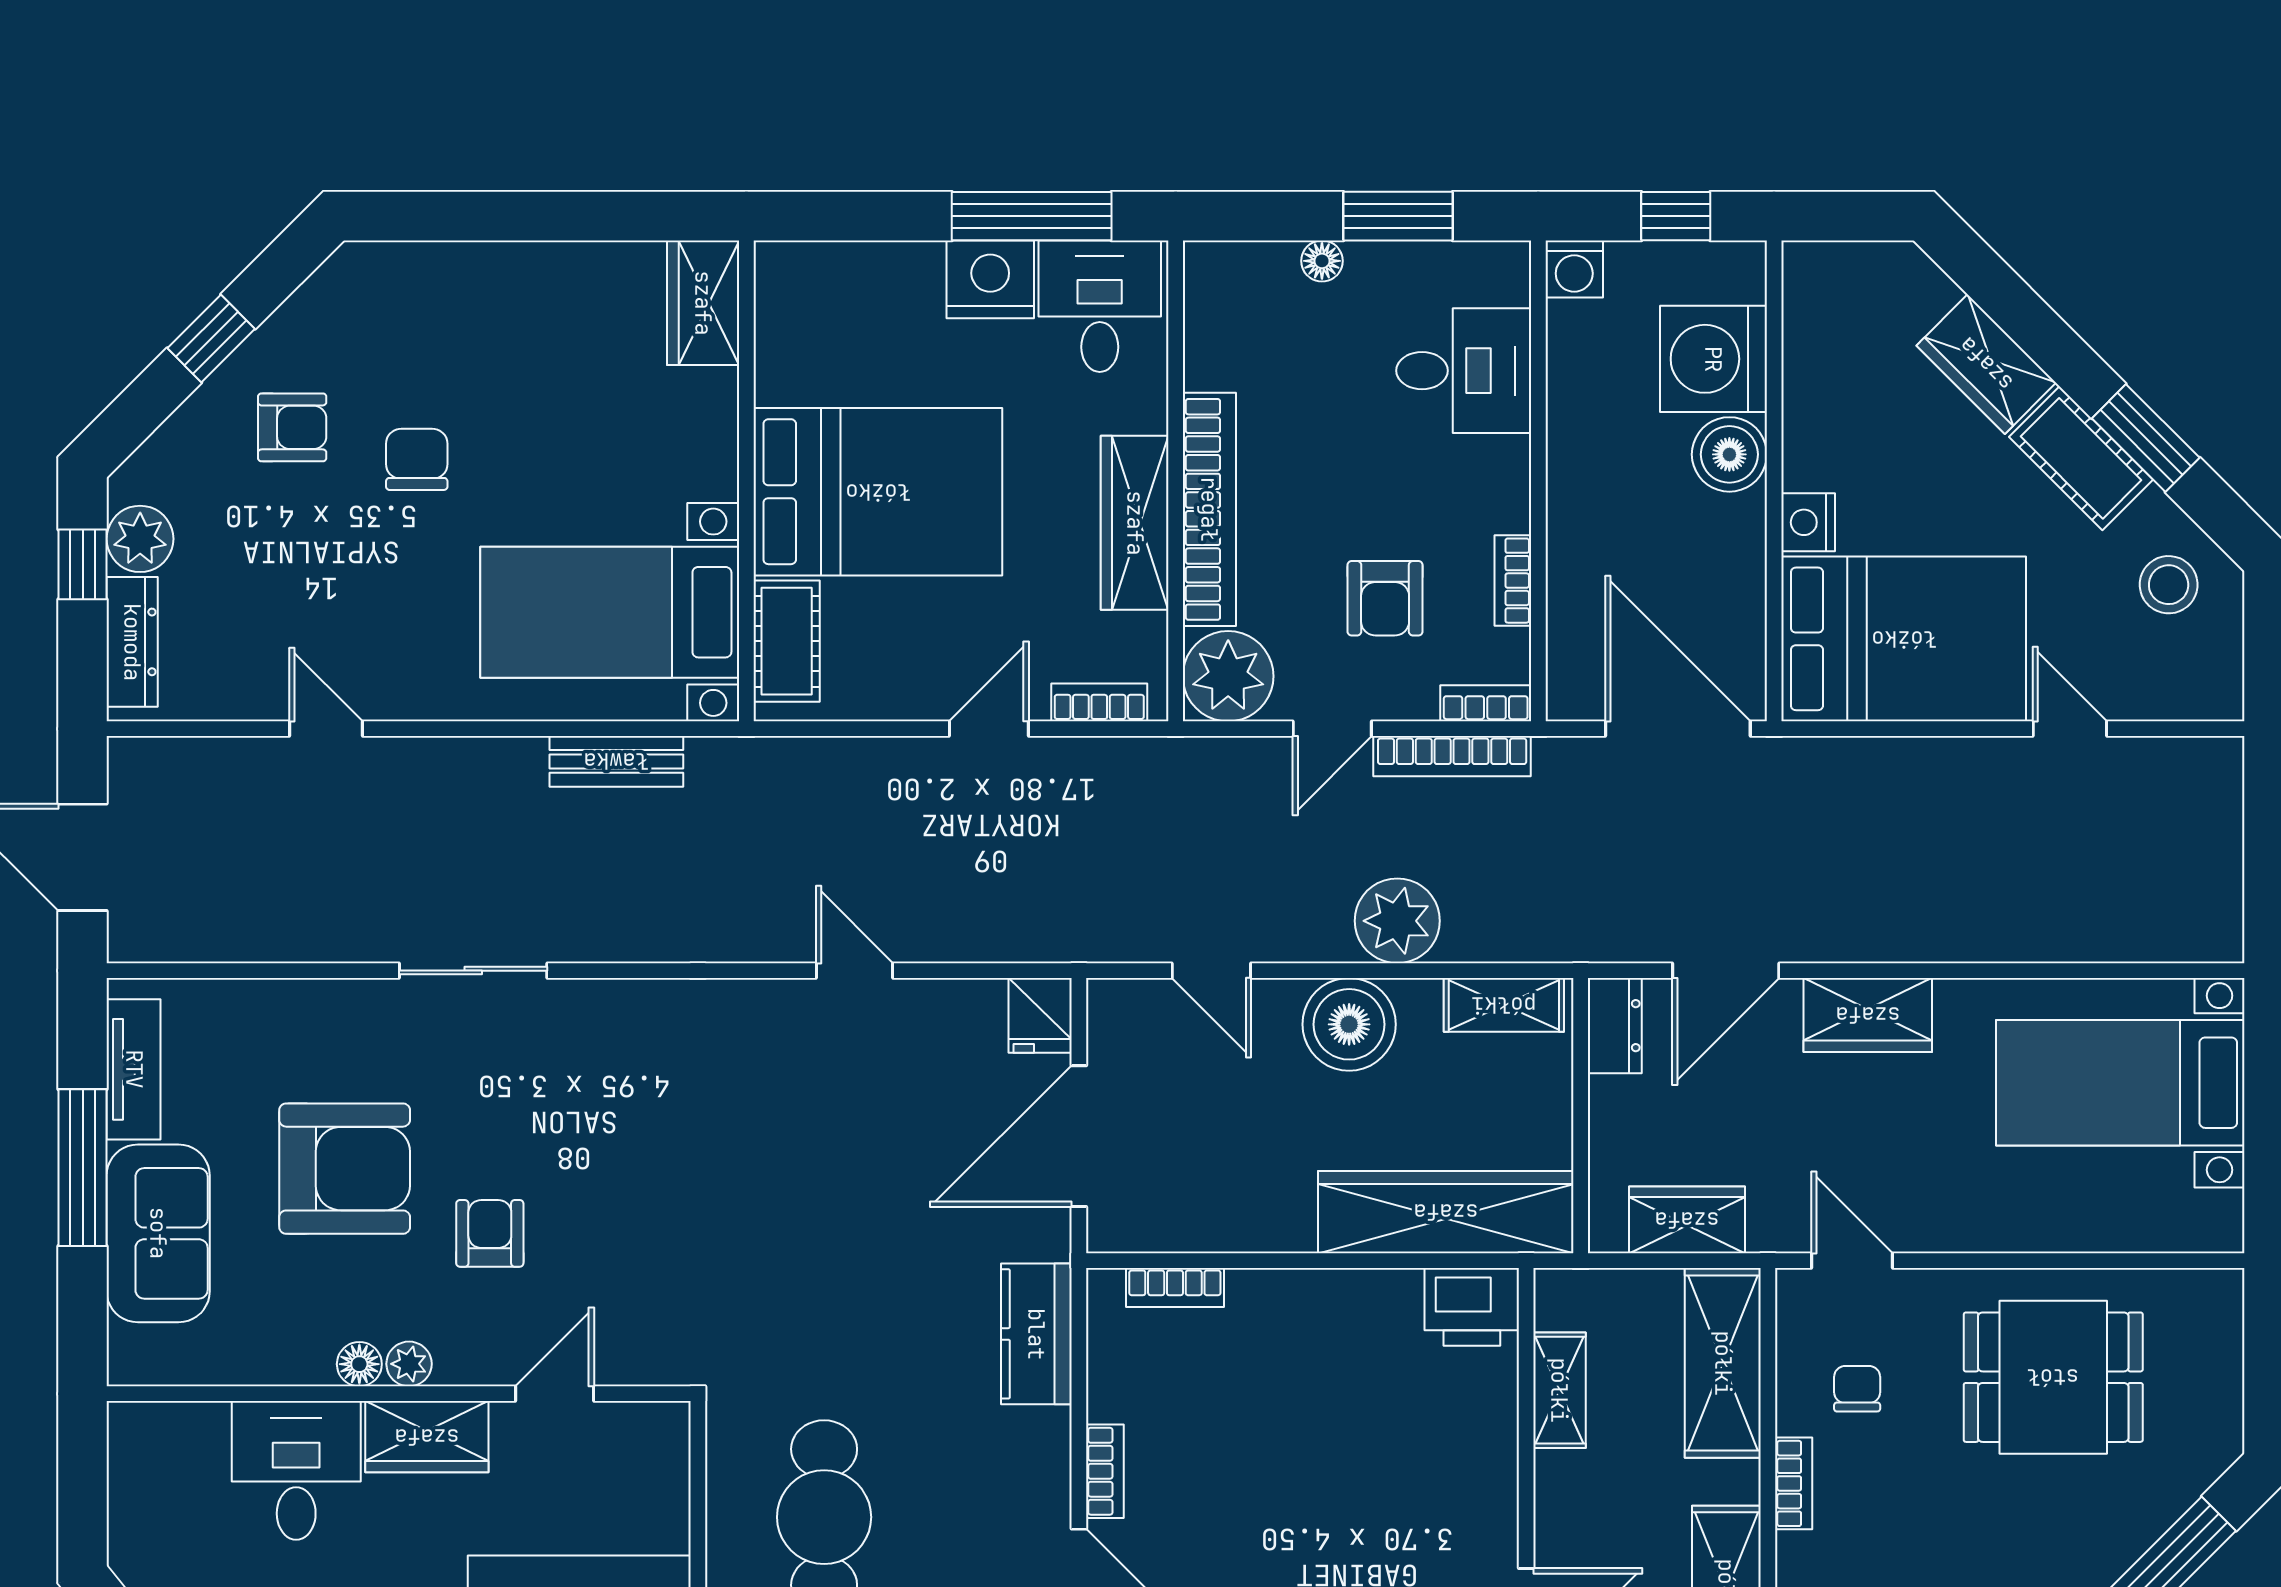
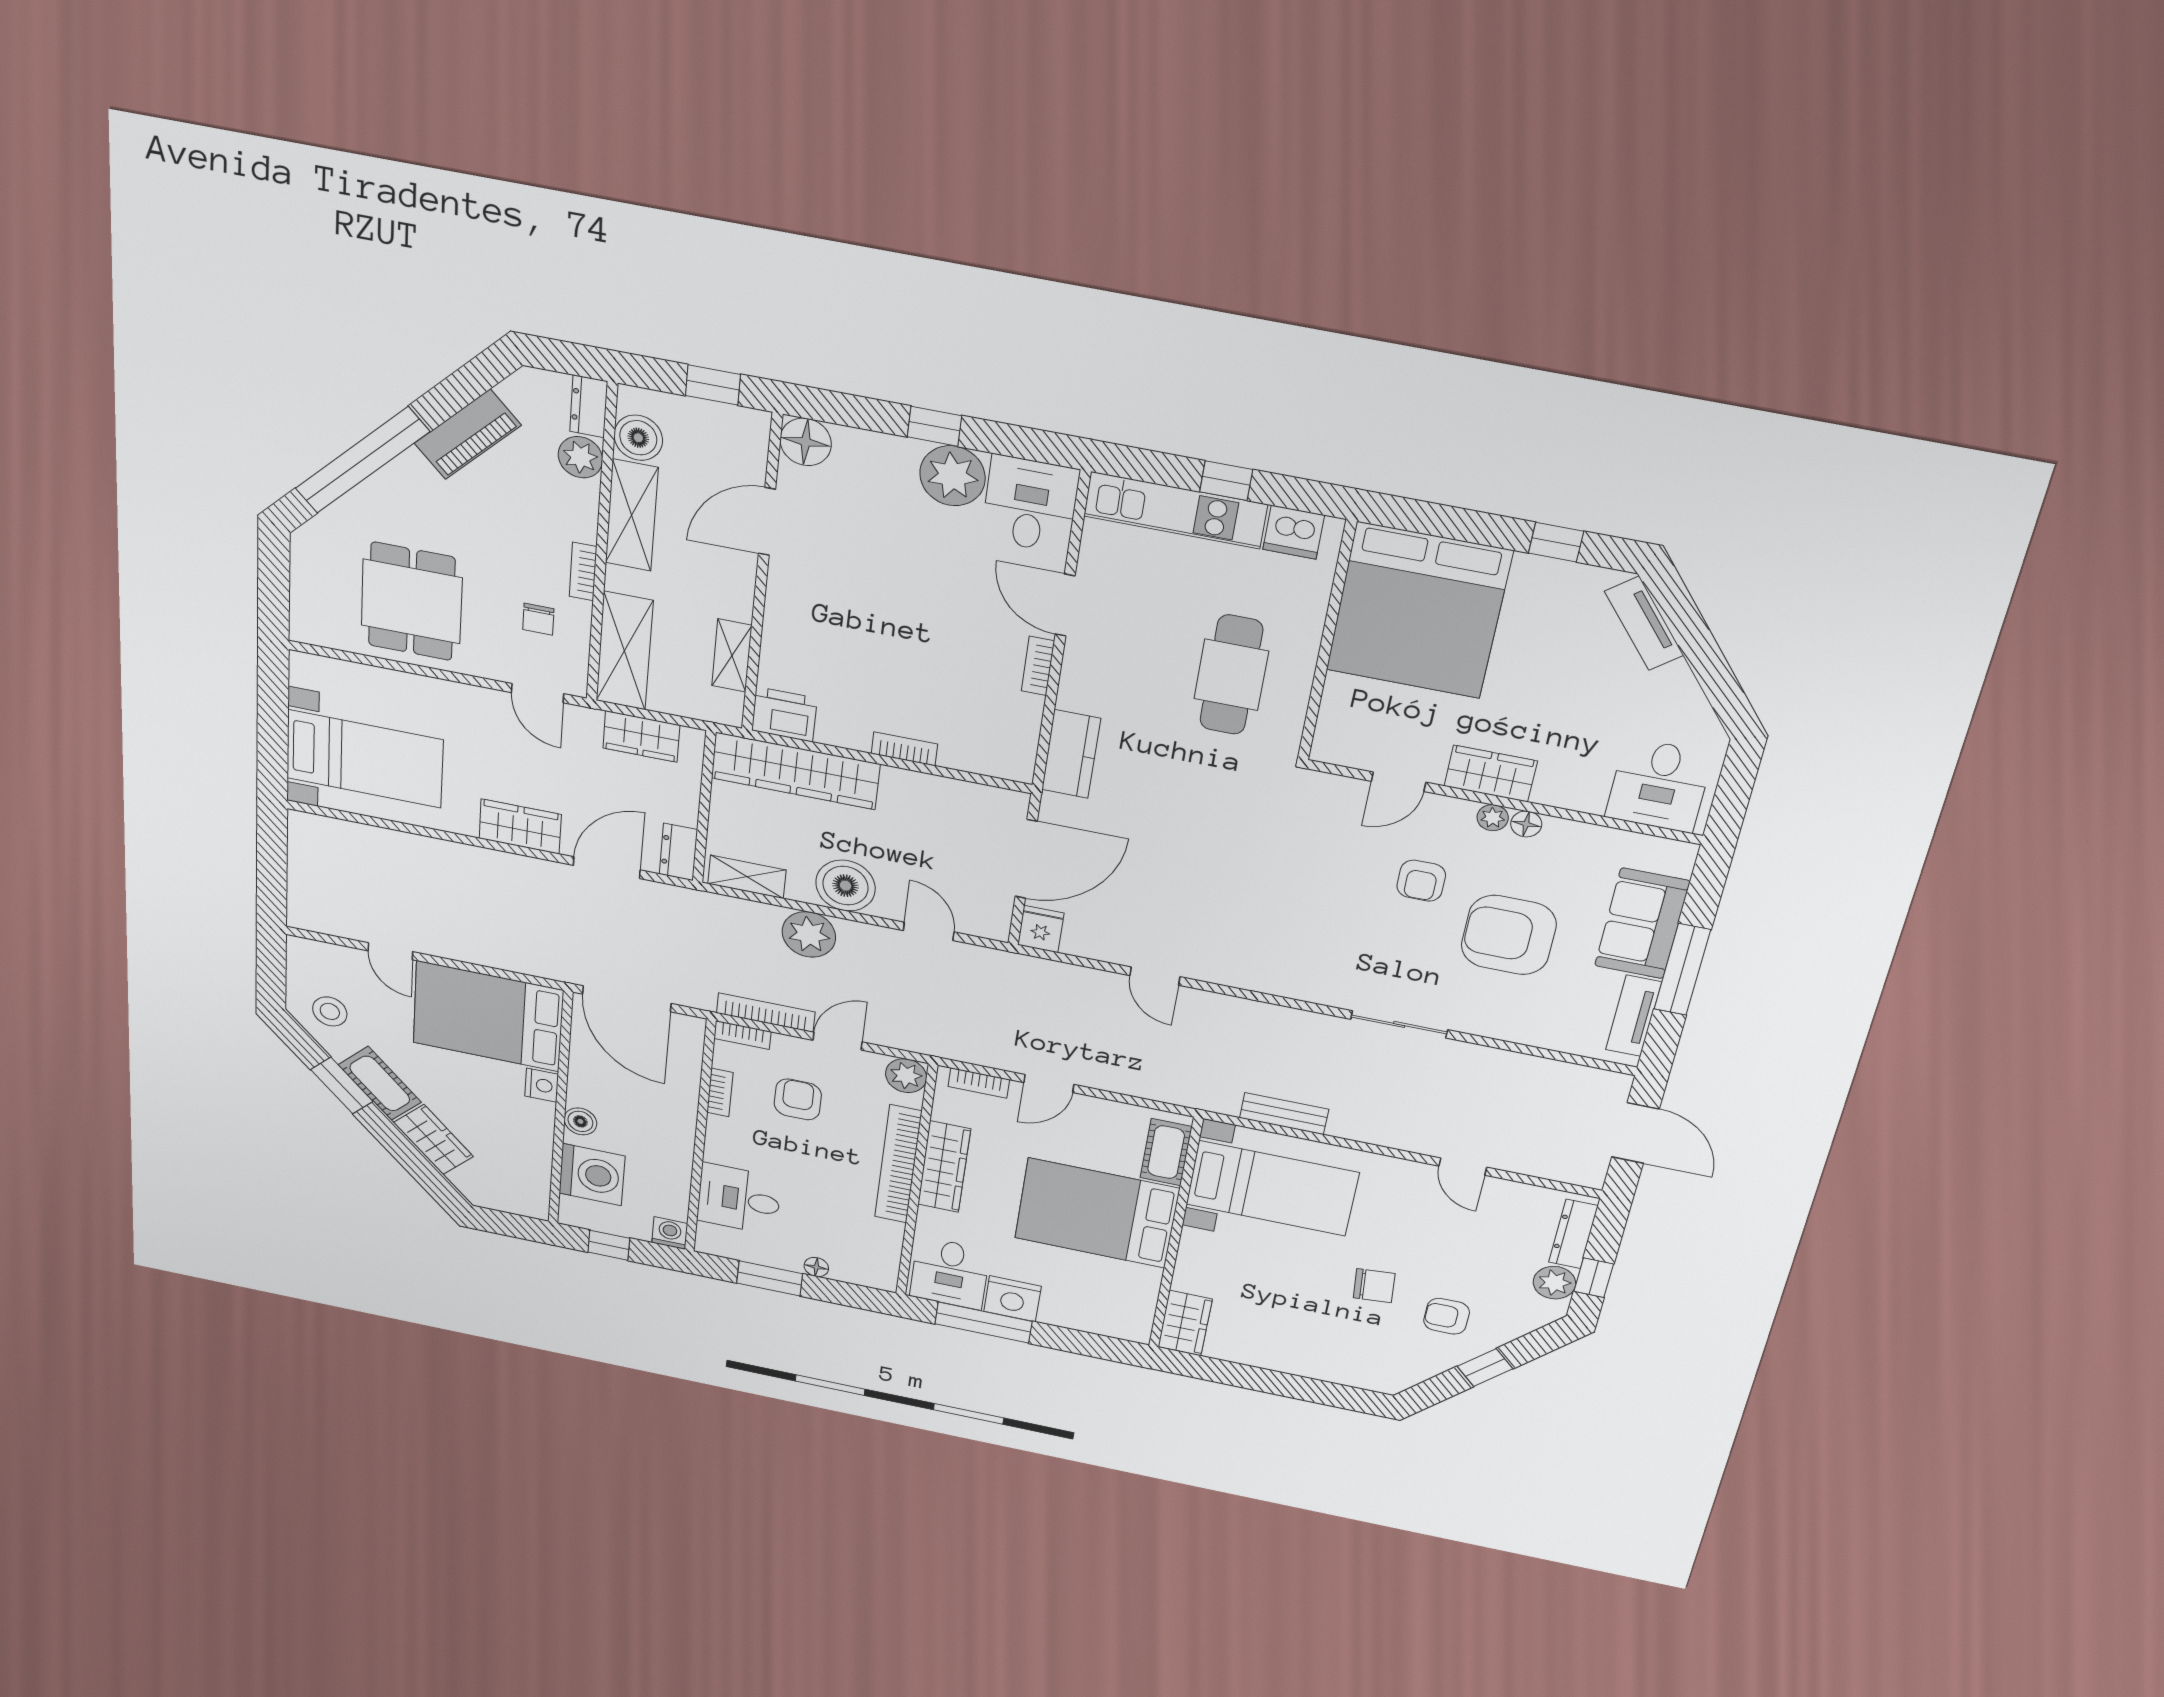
boiler: (1729, 454) -> (580, 1121), width x0.73, depth x0.73
chair: (417, 459) -> (1374, 1286), turned -95
plant: (1228, 676) -> (906, 1076), width x0.73, depth x0.73
bookcase: (1175, 1288) -> (904, 749), moved
dining table: (2053, 1377) -> (412, 601), turned 90
desk: (296, 1470) -> (1659, 785), moved

